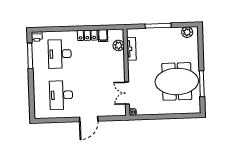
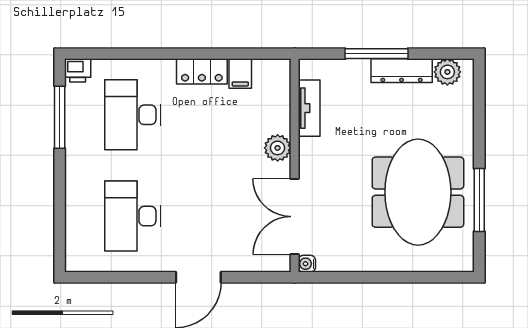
dresser: (169, 32) -> (402, 71), added
plant: (118, 45) -> (278, 148), moved
meeting table: (177, 81) -> (418, 192), turned 90
double door: (127, 93) -> (295, 217), width x1.37

